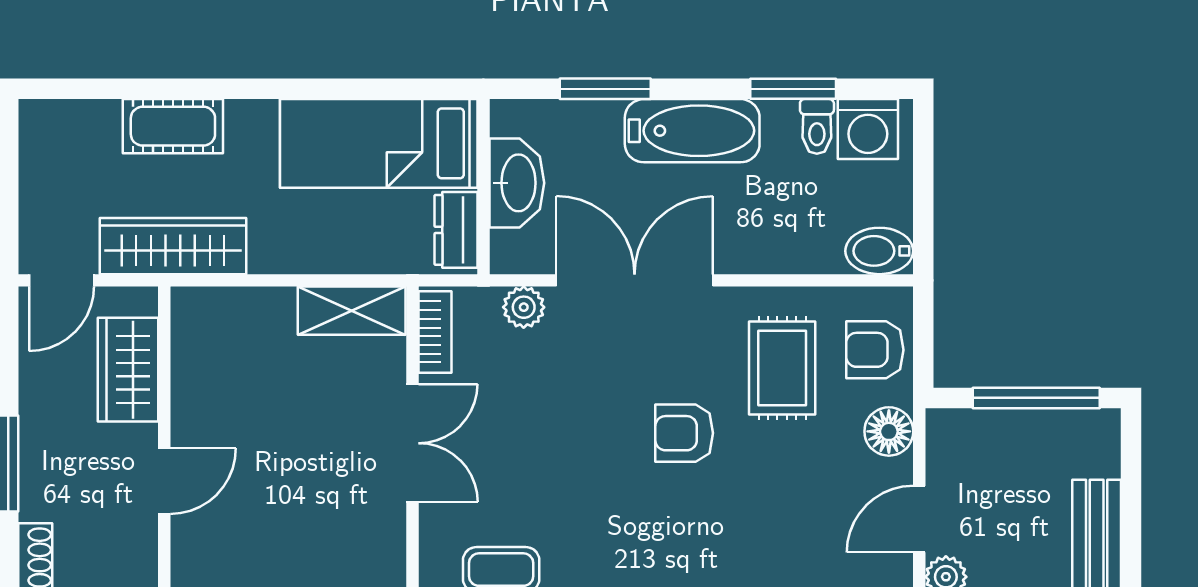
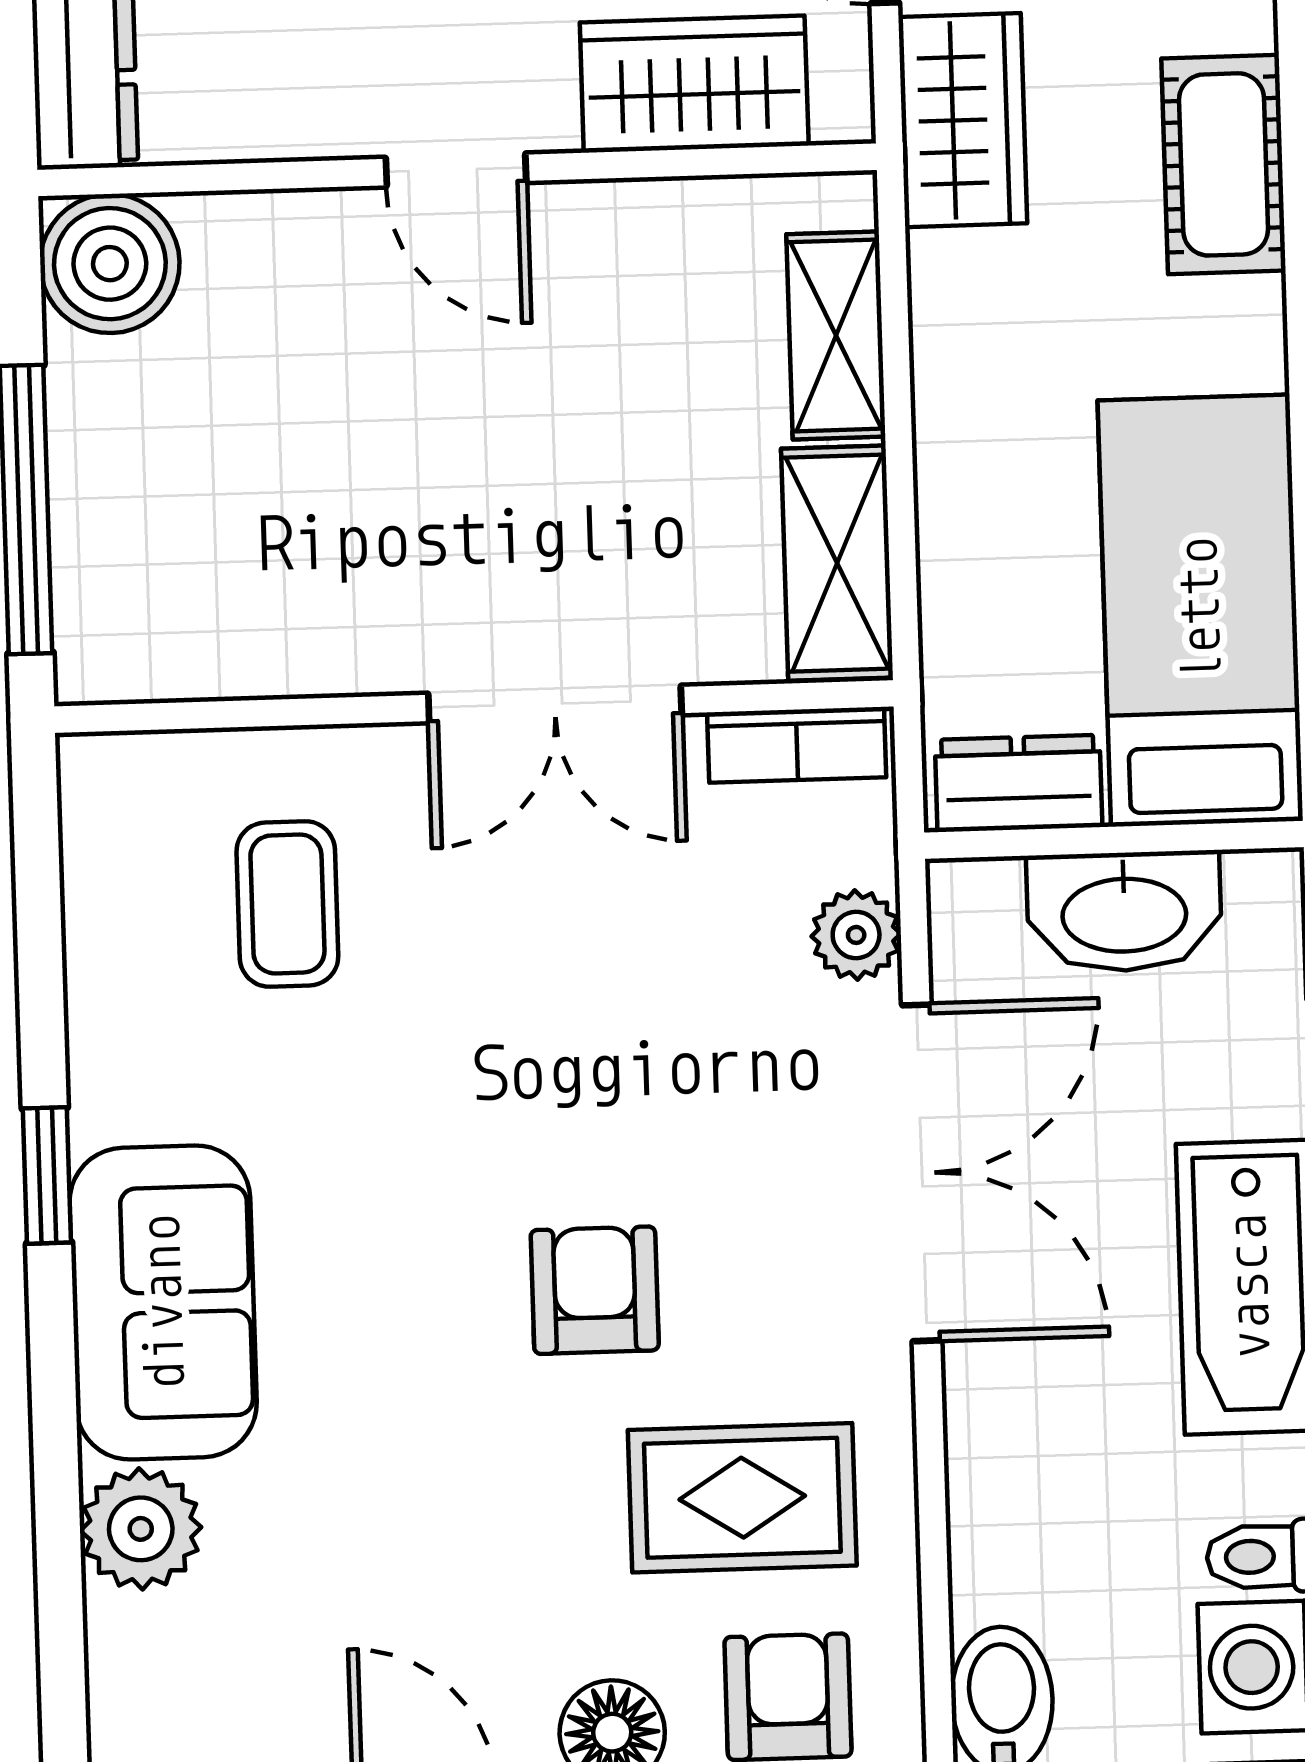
wardrobe: (173, 246) -> (963, 120), width x0.67
shelving: (246, 308) -> (836, 335), added

